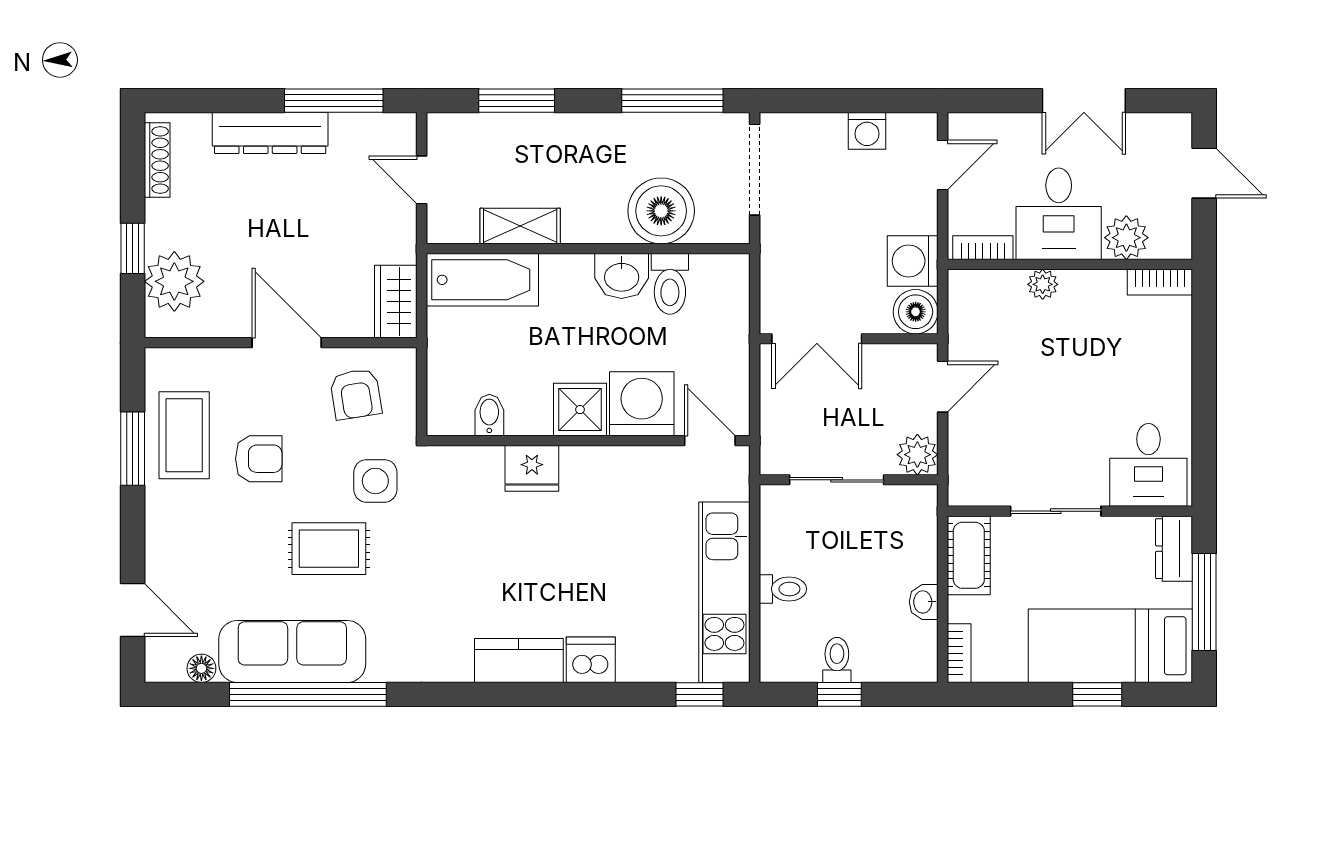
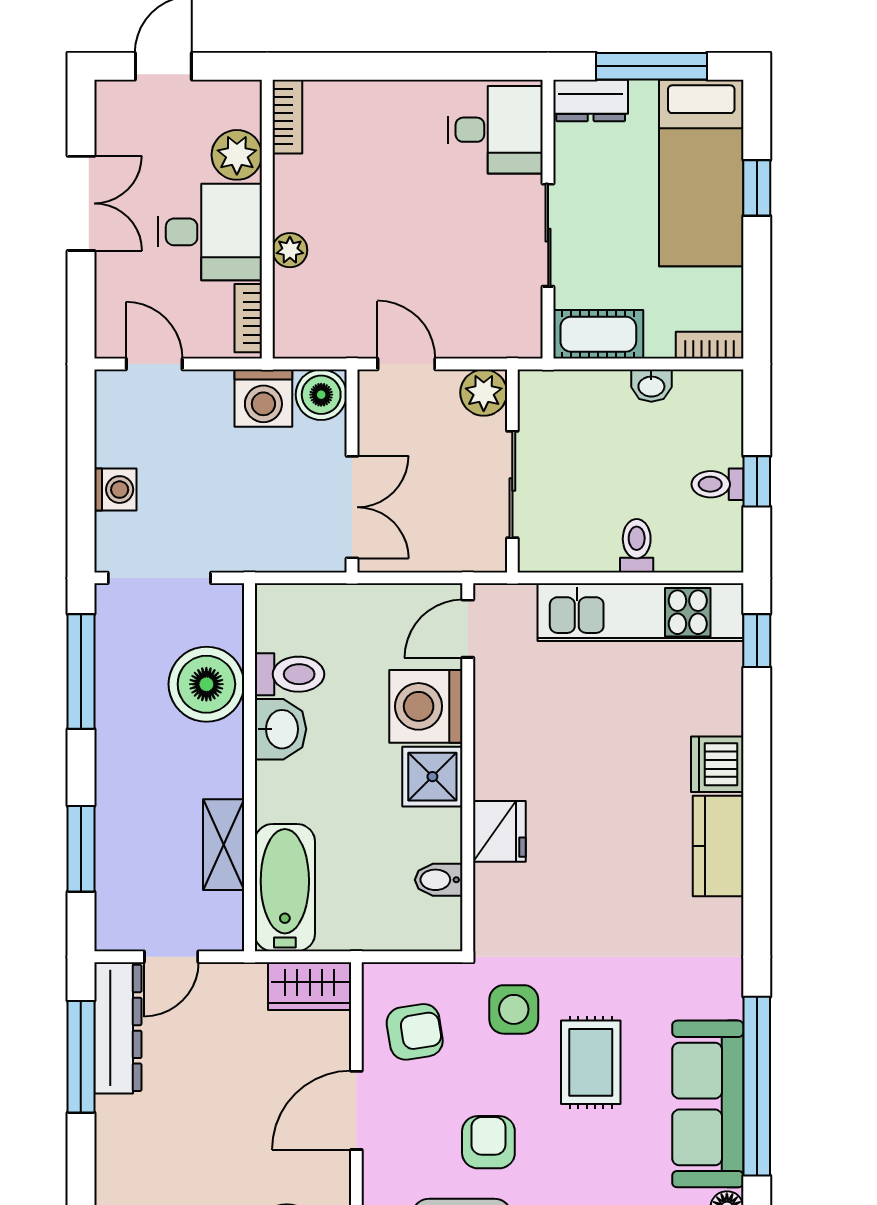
washing machine: (867, 131) -> (115, 490), moved
dresser: (270, 133) -> (118, 1028), moved

